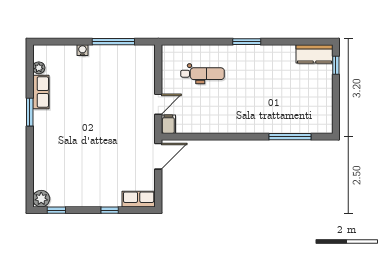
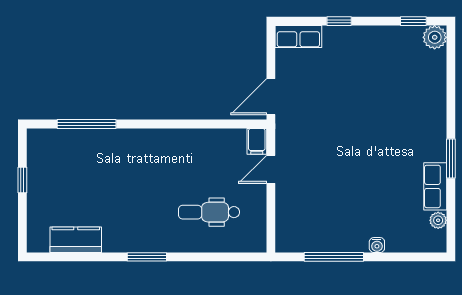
kitchen counter: (314, 54) -> (76, 240), moved
window: (336, 65) -> (22, 180), moved

